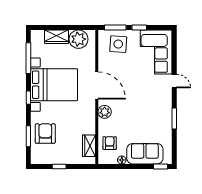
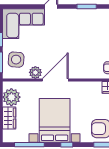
plant: (105, 112) -> (35, 72), moved

